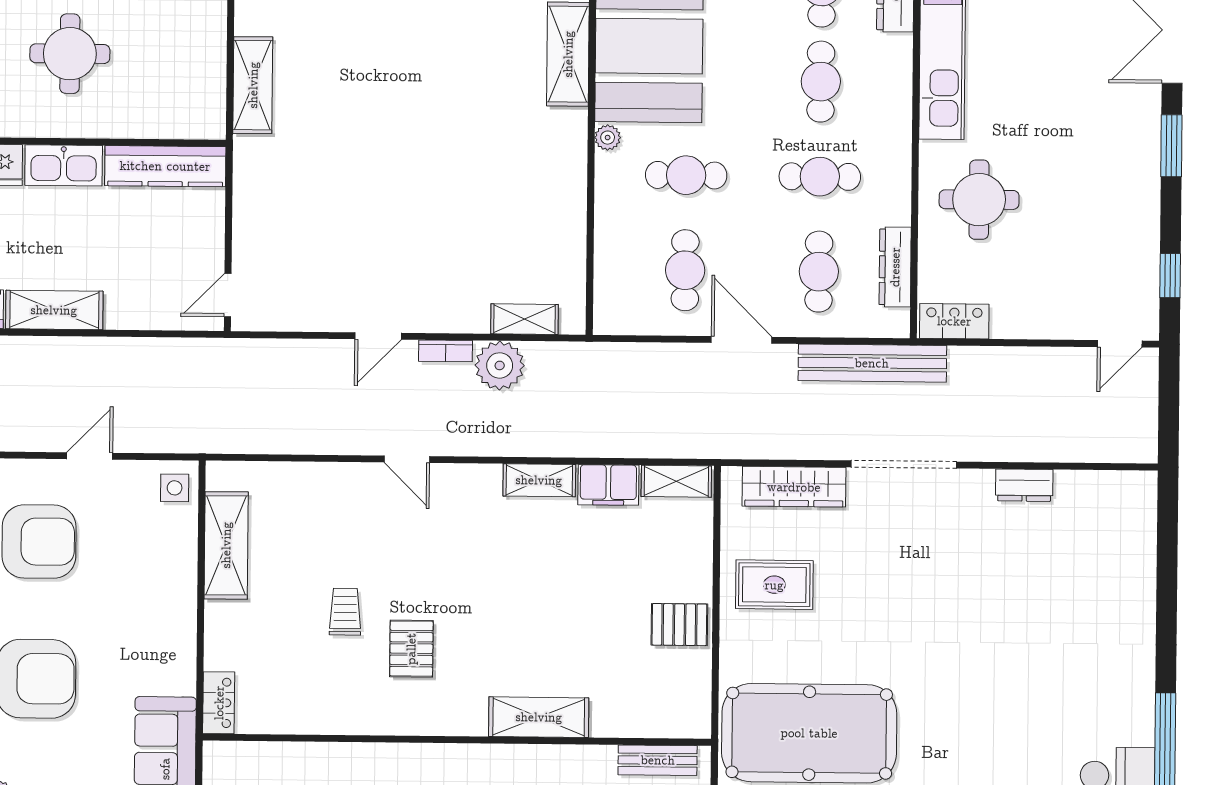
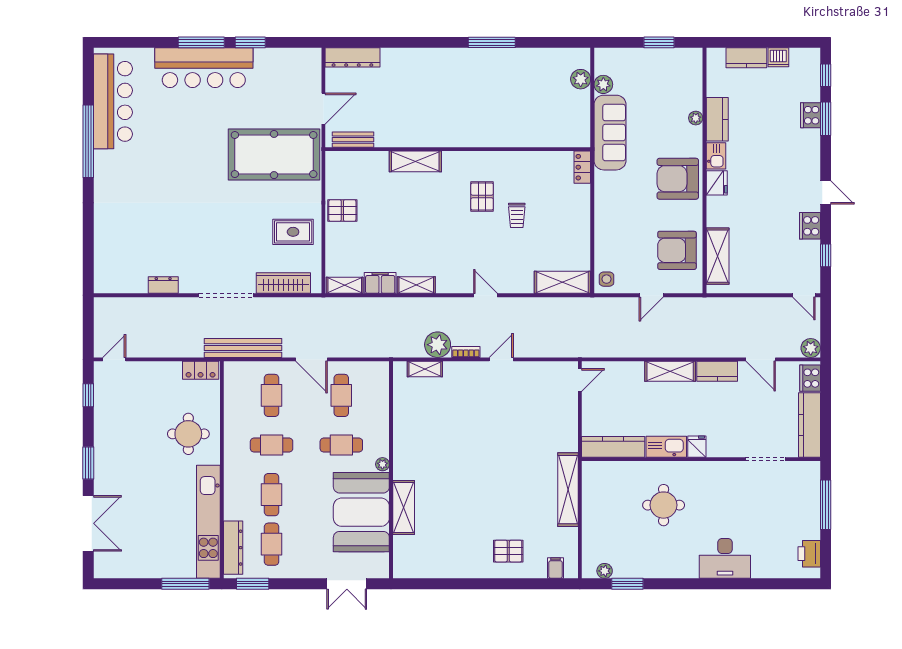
shelving: (253, 85) -> (568, 490), width x1.47
dresser: (895, 267) -> (232, 398), removed
shelving: (226, 545) -> (562, 282), moved, turned 90

